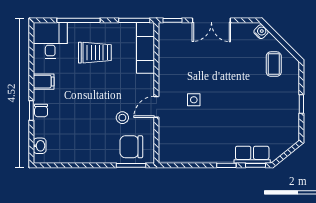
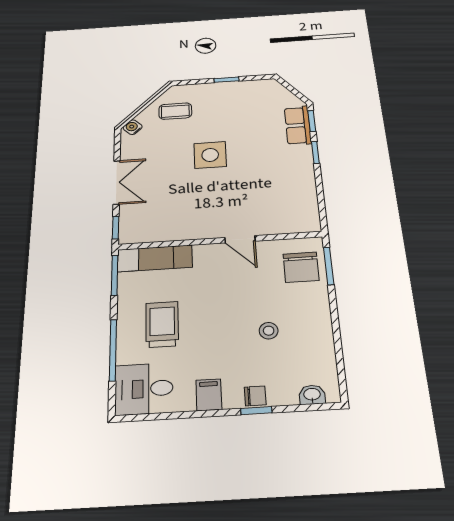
side table: (194, 100) -> (210, 155), moved, width x1.87, depth x1.87
stool: (122, 118) -> (269, 331), moved

